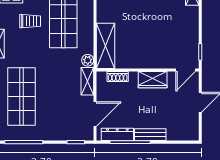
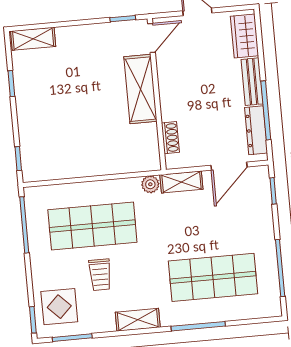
trolley: (30, 21) -> (100, 275), turned 180
shelving: (106, 46) -> (140, 89), moved, turned 90
door: (186, 70) -> (152, 38), hinge flipped
wardrobe: (153, 80) -> (245, 36), moved, turned 180
door: (95, 114) -> (229, 166), swing flipped

